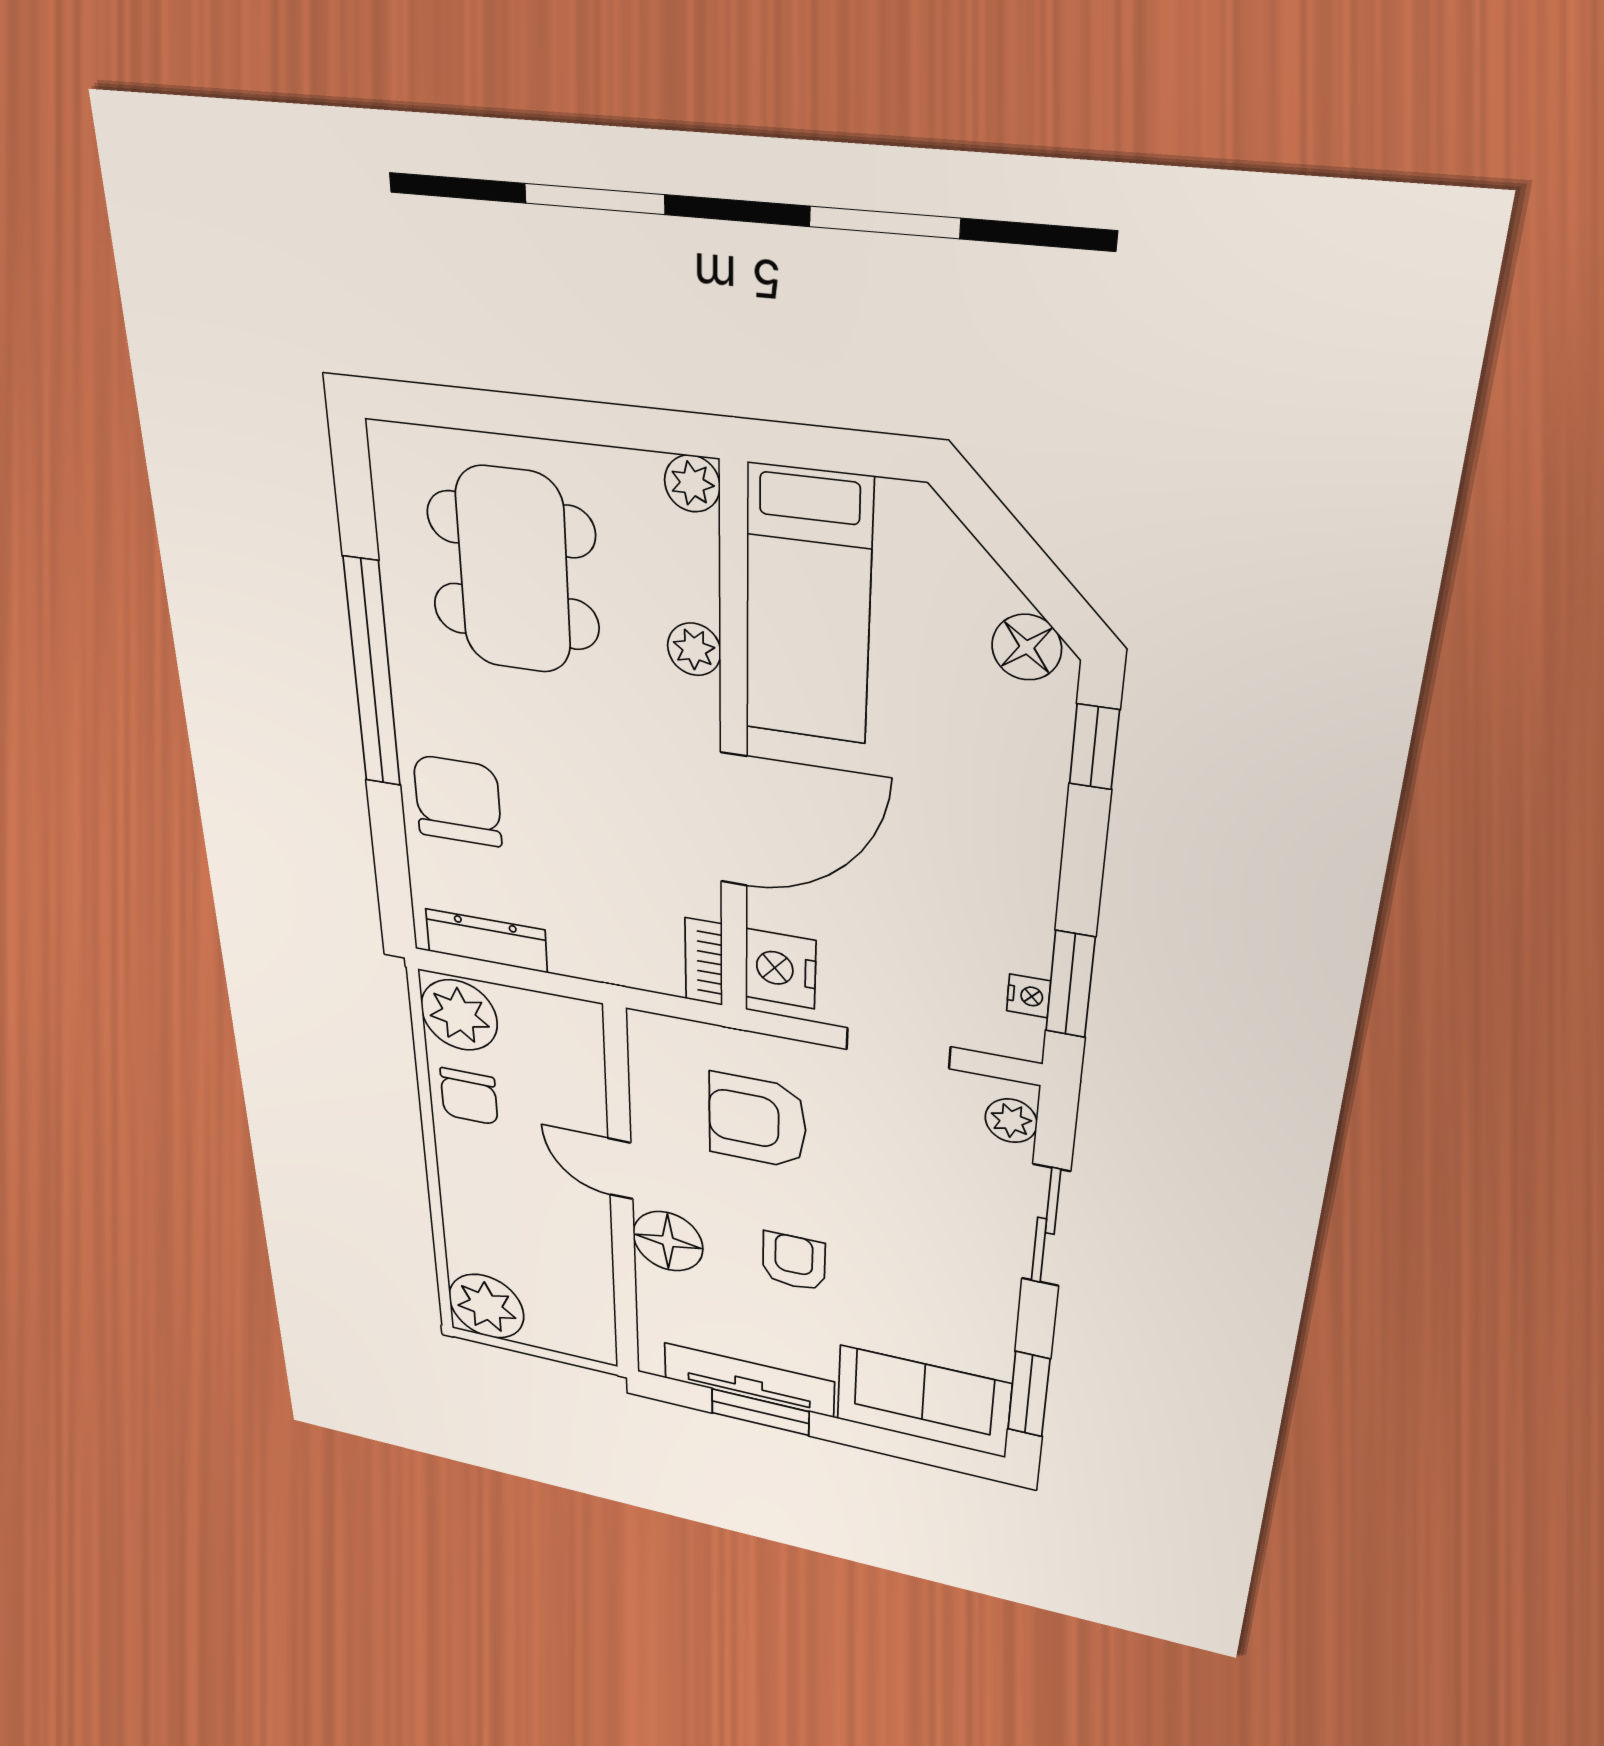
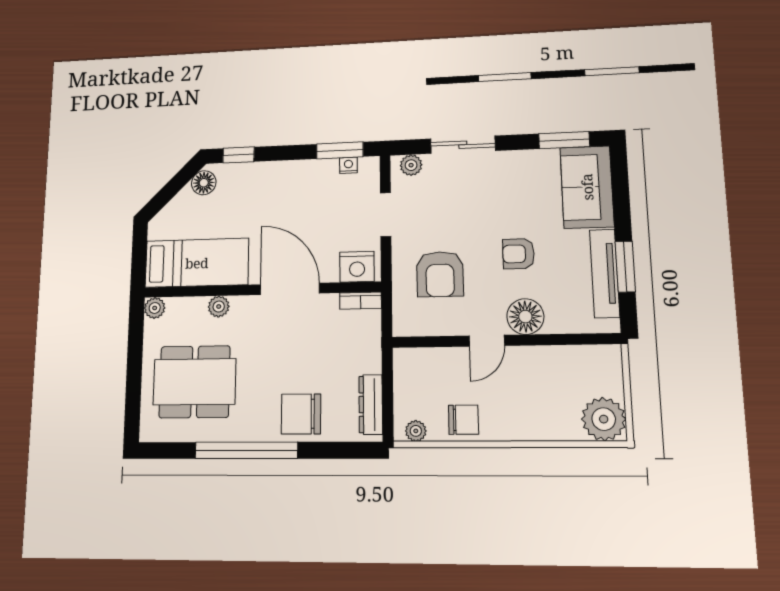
plant: (459, 1015) -> (416, 431), width x0.53, depth x0.53

